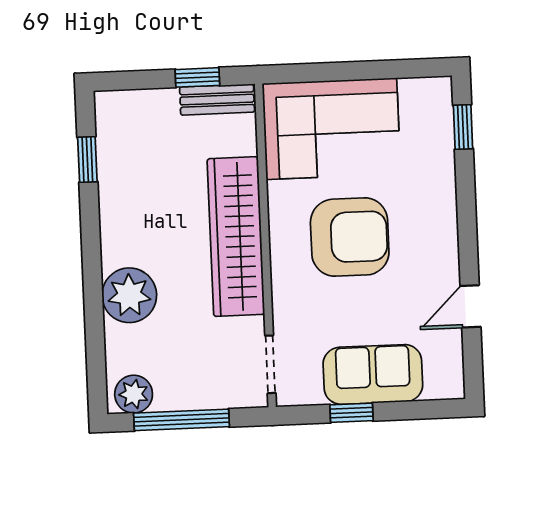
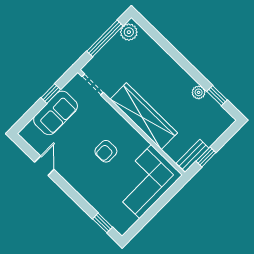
armchair: (350, 237) -> (106, 151), width x0.53, depth x0.53
plant: (129, 295) -> (199, 92), moved, width x0.53, depth x0.53

